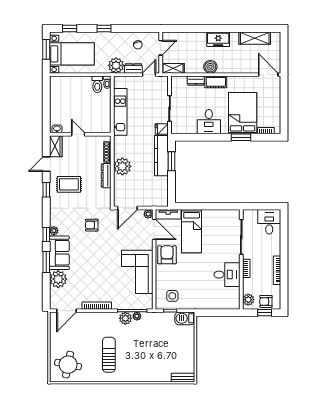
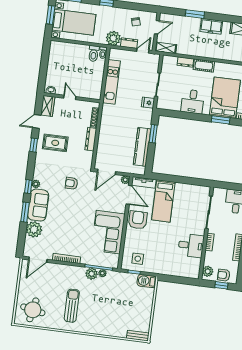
window: (199, 29) -> (195, 14), added
boiler: (210, 67) -> (201, 51), removed
kitchen counter: (161, 156) -> (142, 147), moved
plant: (122, 166) -> (107, 133), removed

